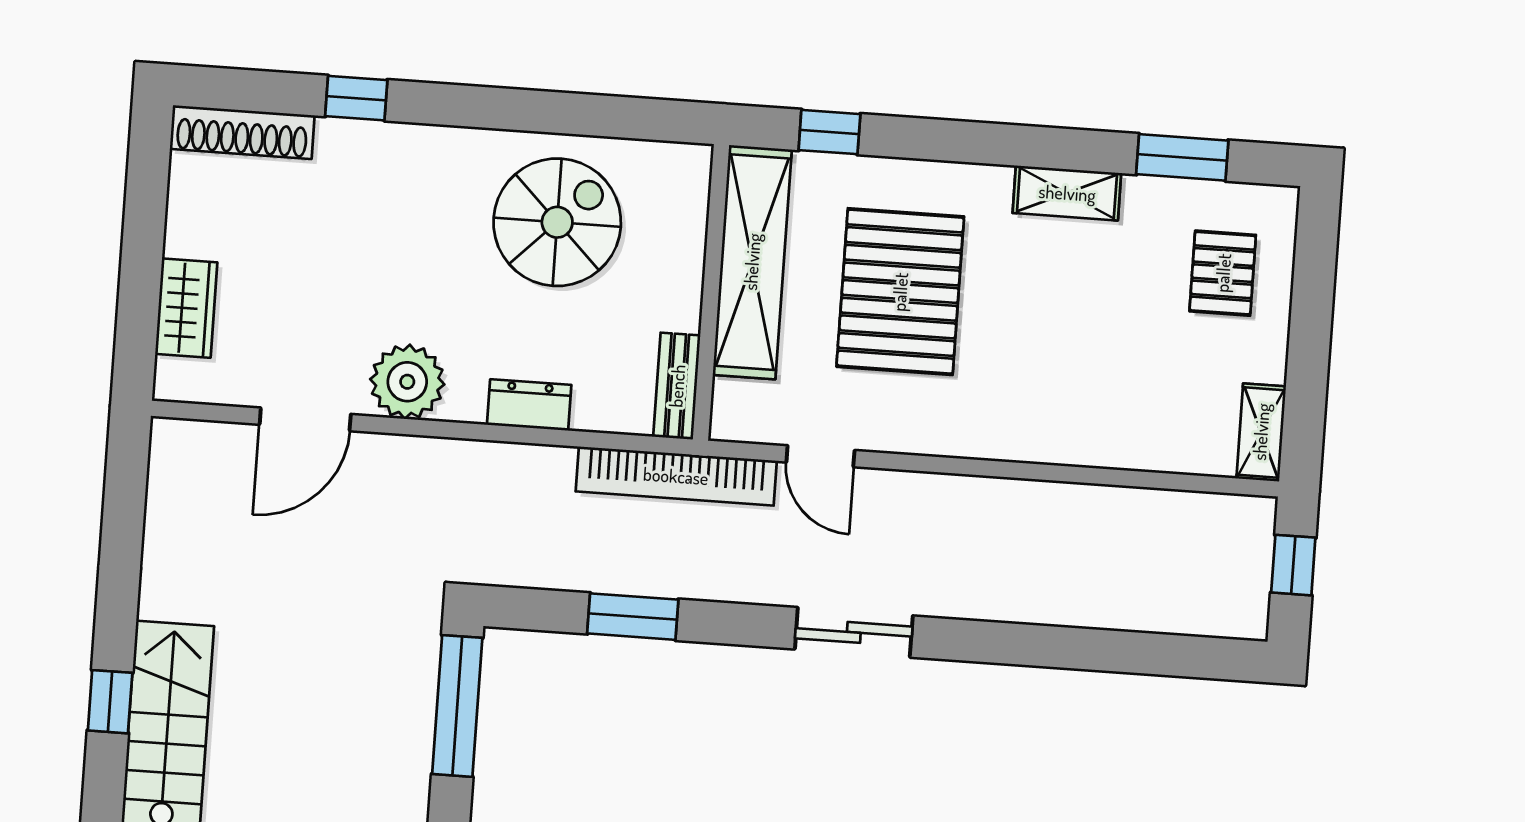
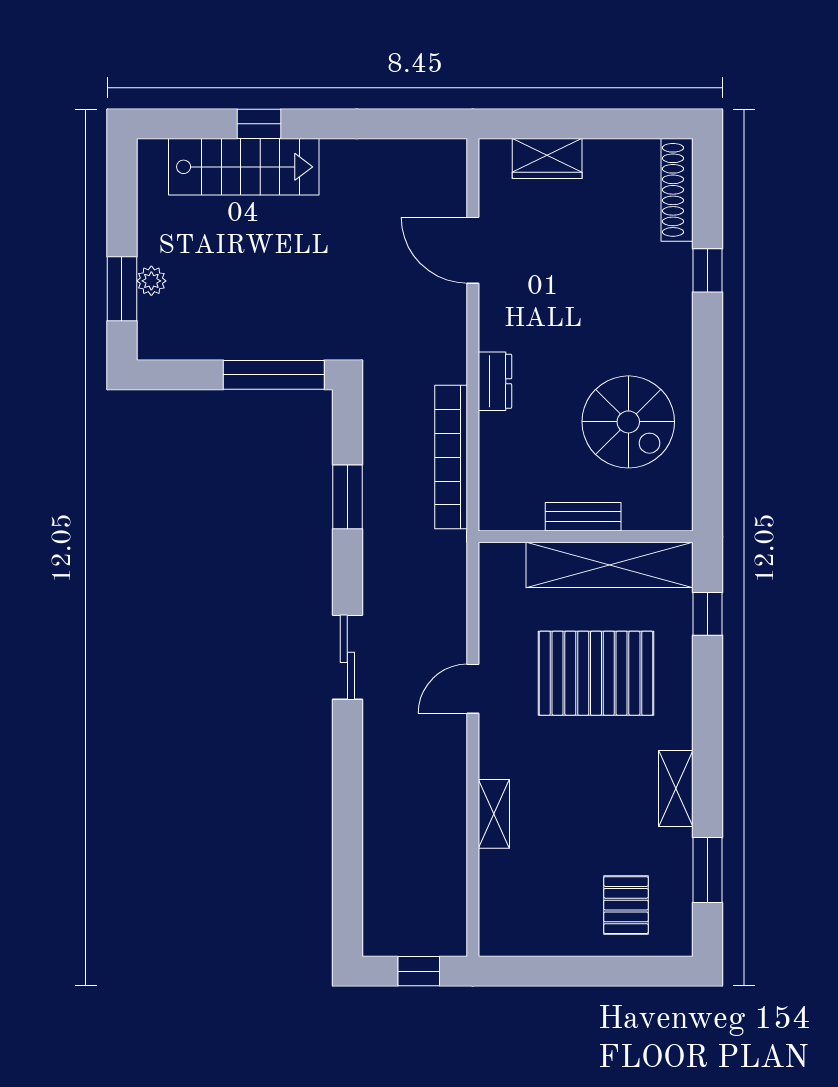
pallet: (1223, 273) -> (626, 905), turned 90
plant: (407, 382) -> (505, 322), removed
bench: (677, 386) -> (583, 517), moved
dresser: (529, 405) -> (495, 381), moved
shelving: (1261, 432) -> (494, 814), moved, turned 90
door: (820, 456) -> (473, 689), moved
bookcase: (676, 476) -> (451, 457), moved

